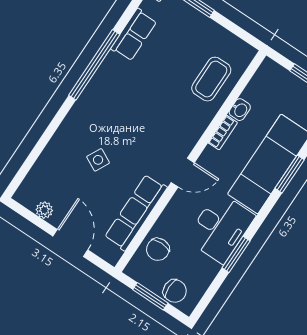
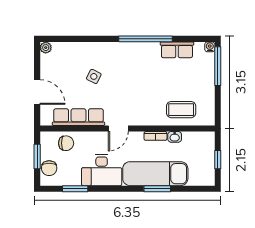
door: (183, 173) -> (118, 129), hinge flipped
plant: (44, 210) -> (46, 48), moved
door: (70, 243) -> (37, 92), hinge flipped
chair: (158, 249) -> (66, 143), turned 180
window: (236, 254) -> (75, 189), moved

